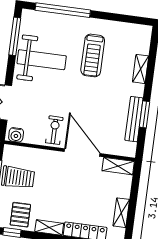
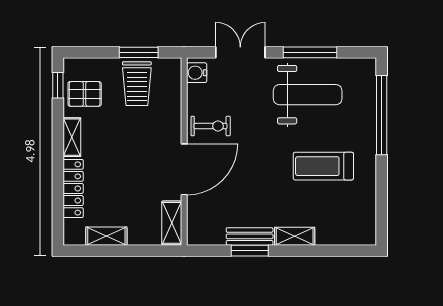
window: (15, 36) -> (310, 52), moved
weight bench: (42, 60) -> (308, 95), turned -90
shelving: (141, 69) -> (295, 236), moved
bench: (134, 119) -> (250, 236), width x0.73

